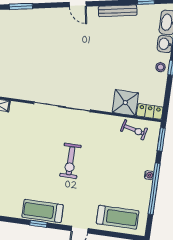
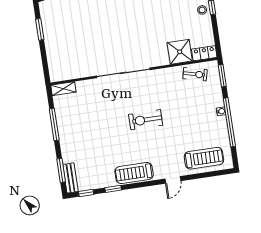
exercise bike: (70, 161) -> (146, 120), turned 90
window: (38, 224) -> (113, 189), moved

